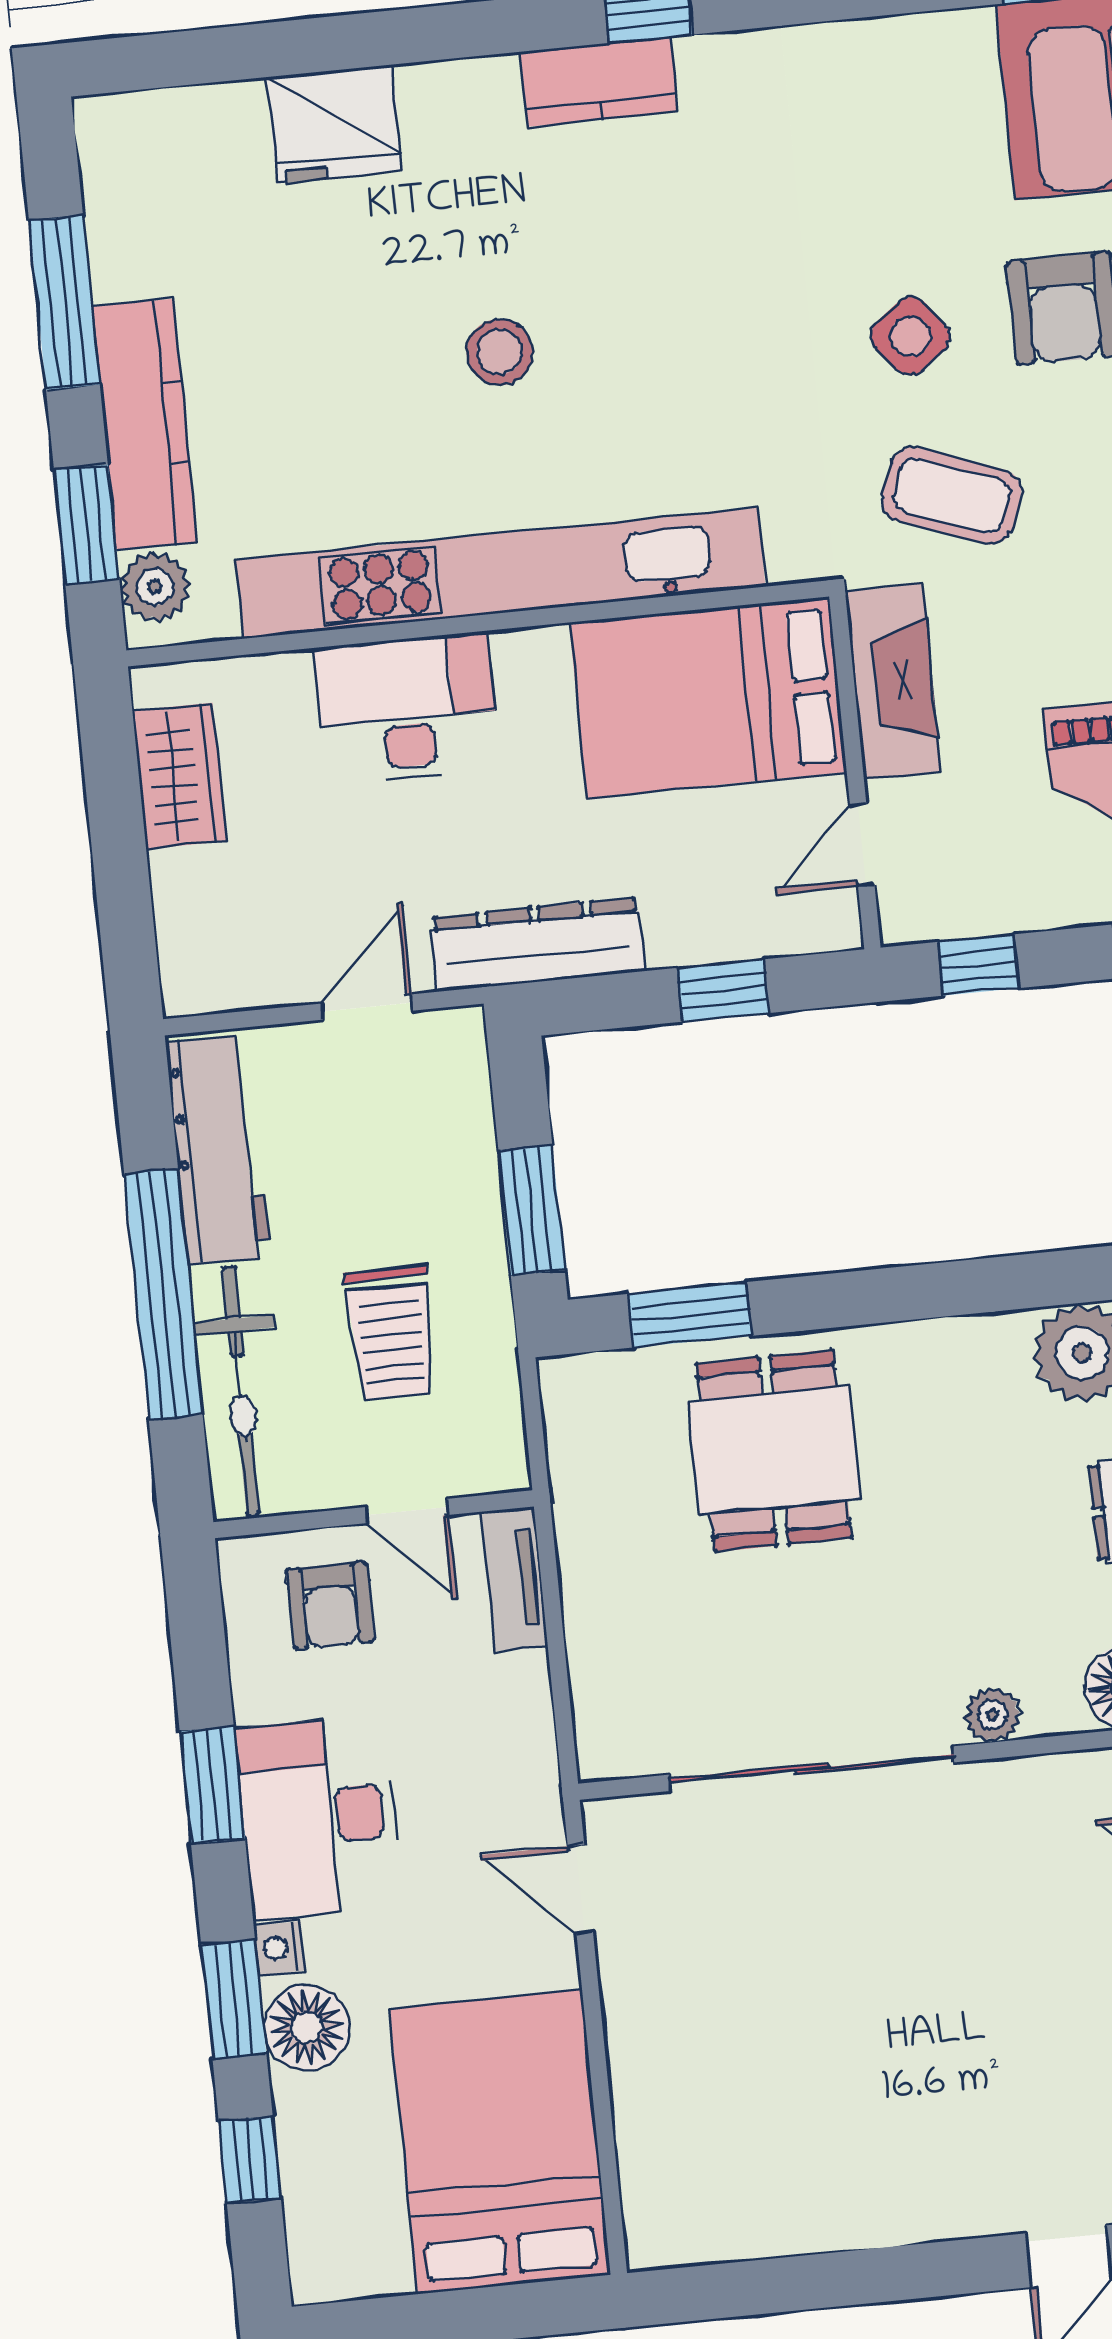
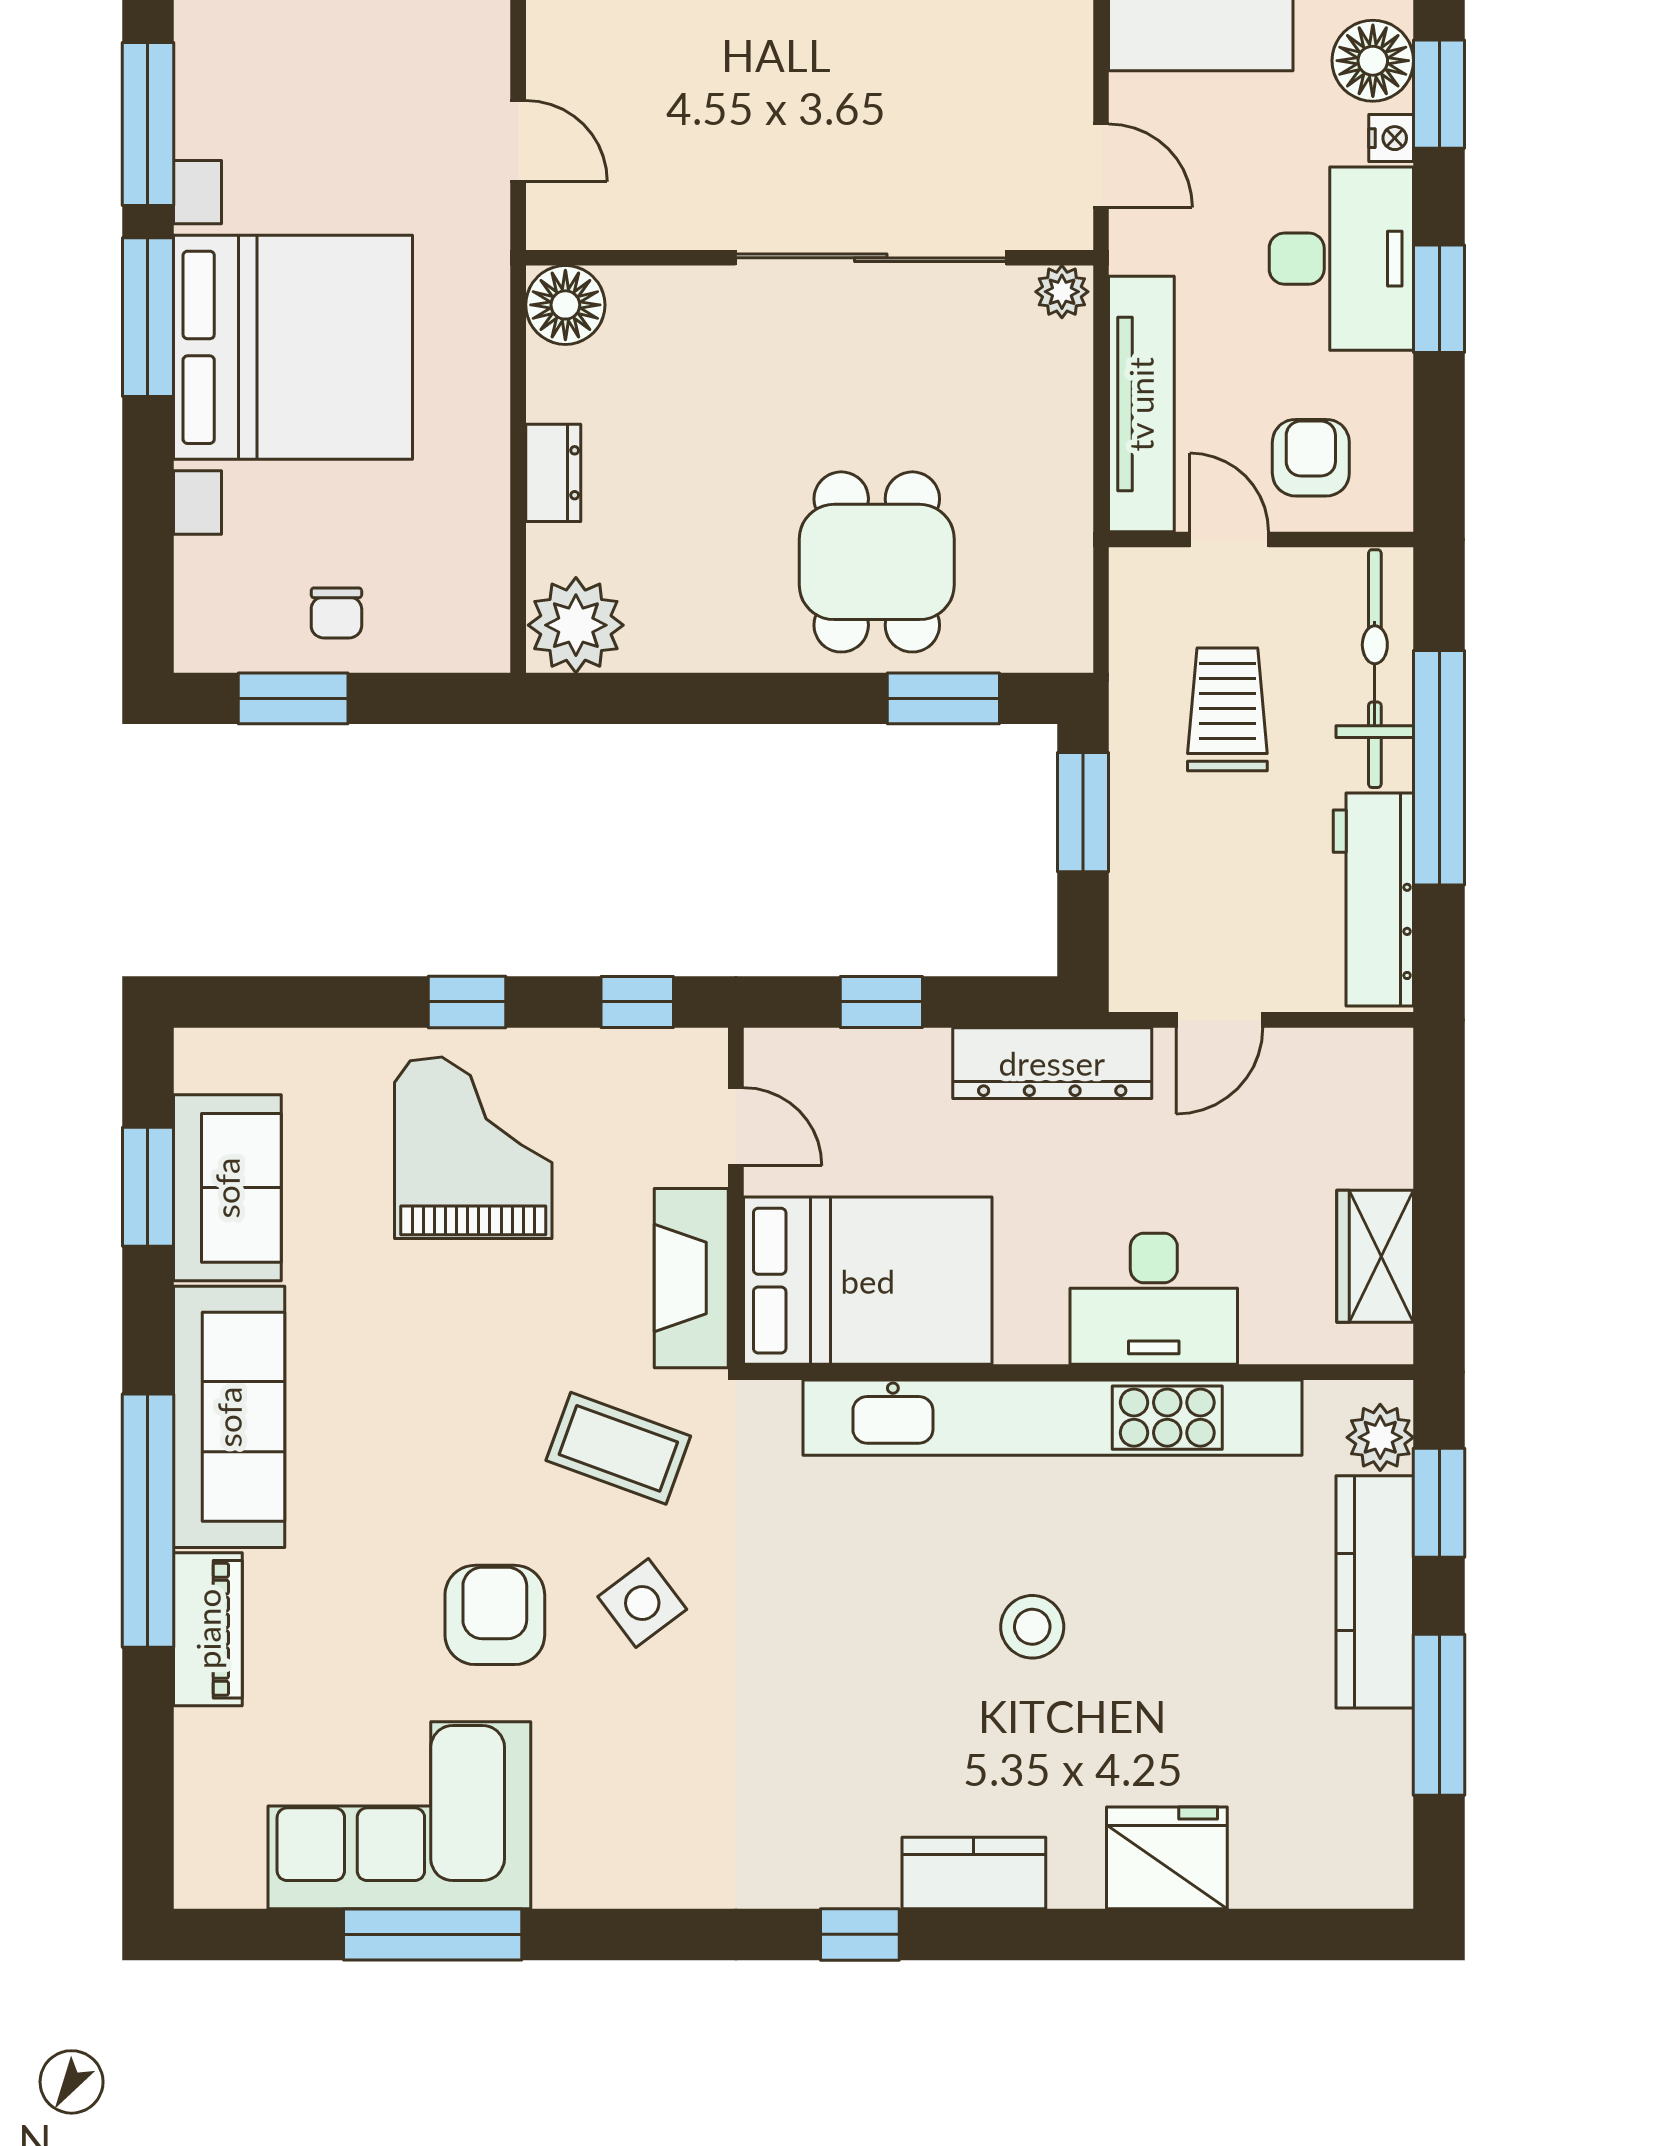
kitchen counter: (599, 82) -> (974, 1873), moved
door: (862, 845) -> (736, 1127), hinge flipped
tv unit: (514, 1579) -> (1141, 404), width x1.92, depth x1.29
plant: (992, 1715) -> (1062, 292), moved

